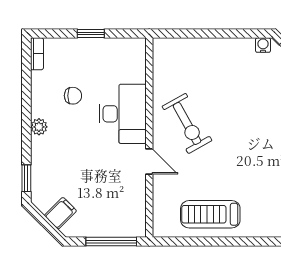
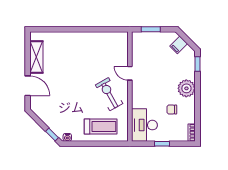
desk: (123, 114) -> (144, 125), moved
plant: (39, 127) -> (186, 88), width x1.87, depth x1.87
treadmill: (210, 214) -> (101, 127), moved
window: (111, 242) -> (151, 29), width x0.69

